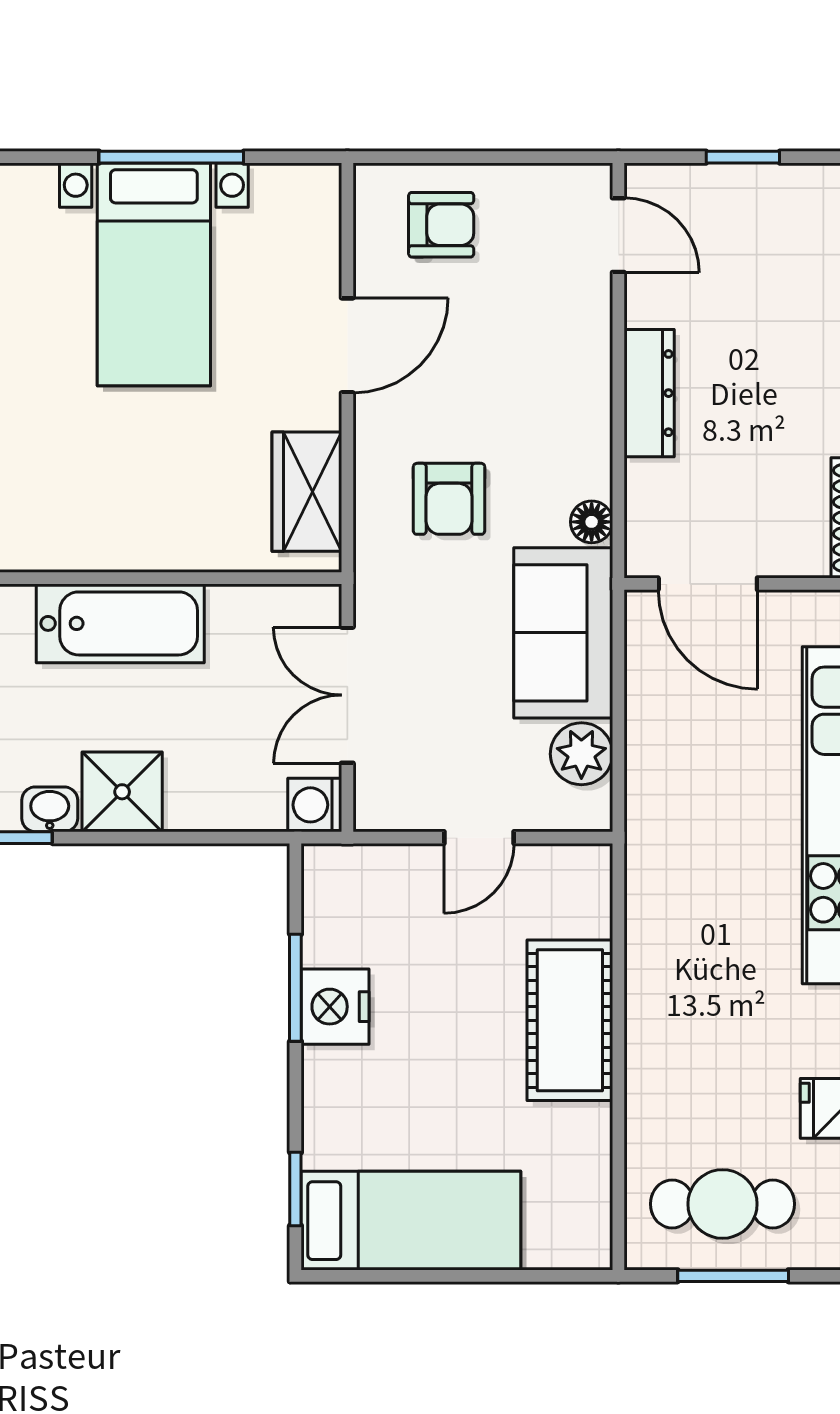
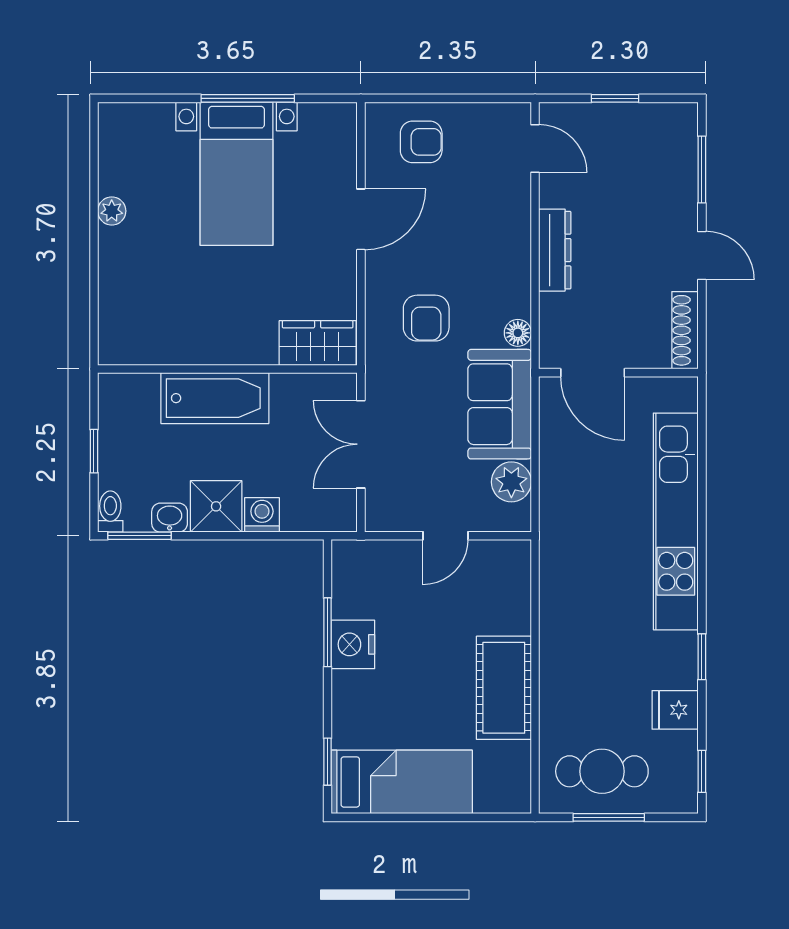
wardrobe: (307, 492) -> (318, 343), moved, turned 90
washing machine: (315, 805) -> (262, 515), moved, turned 90
cot: (570, 1020) -> (504, 688), moved

